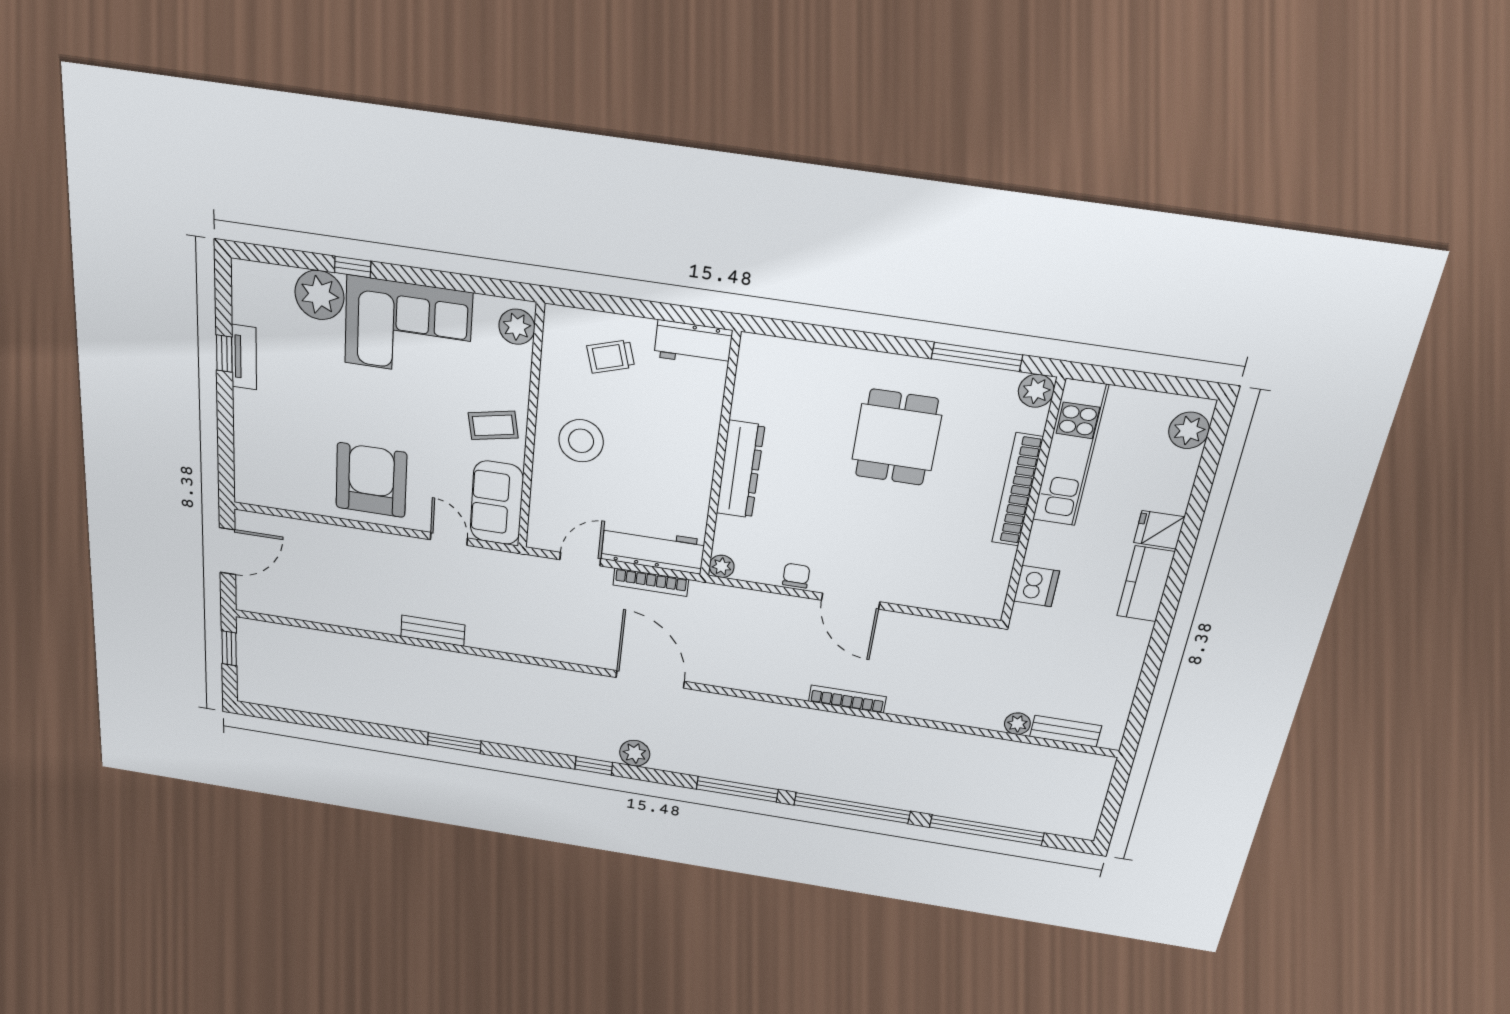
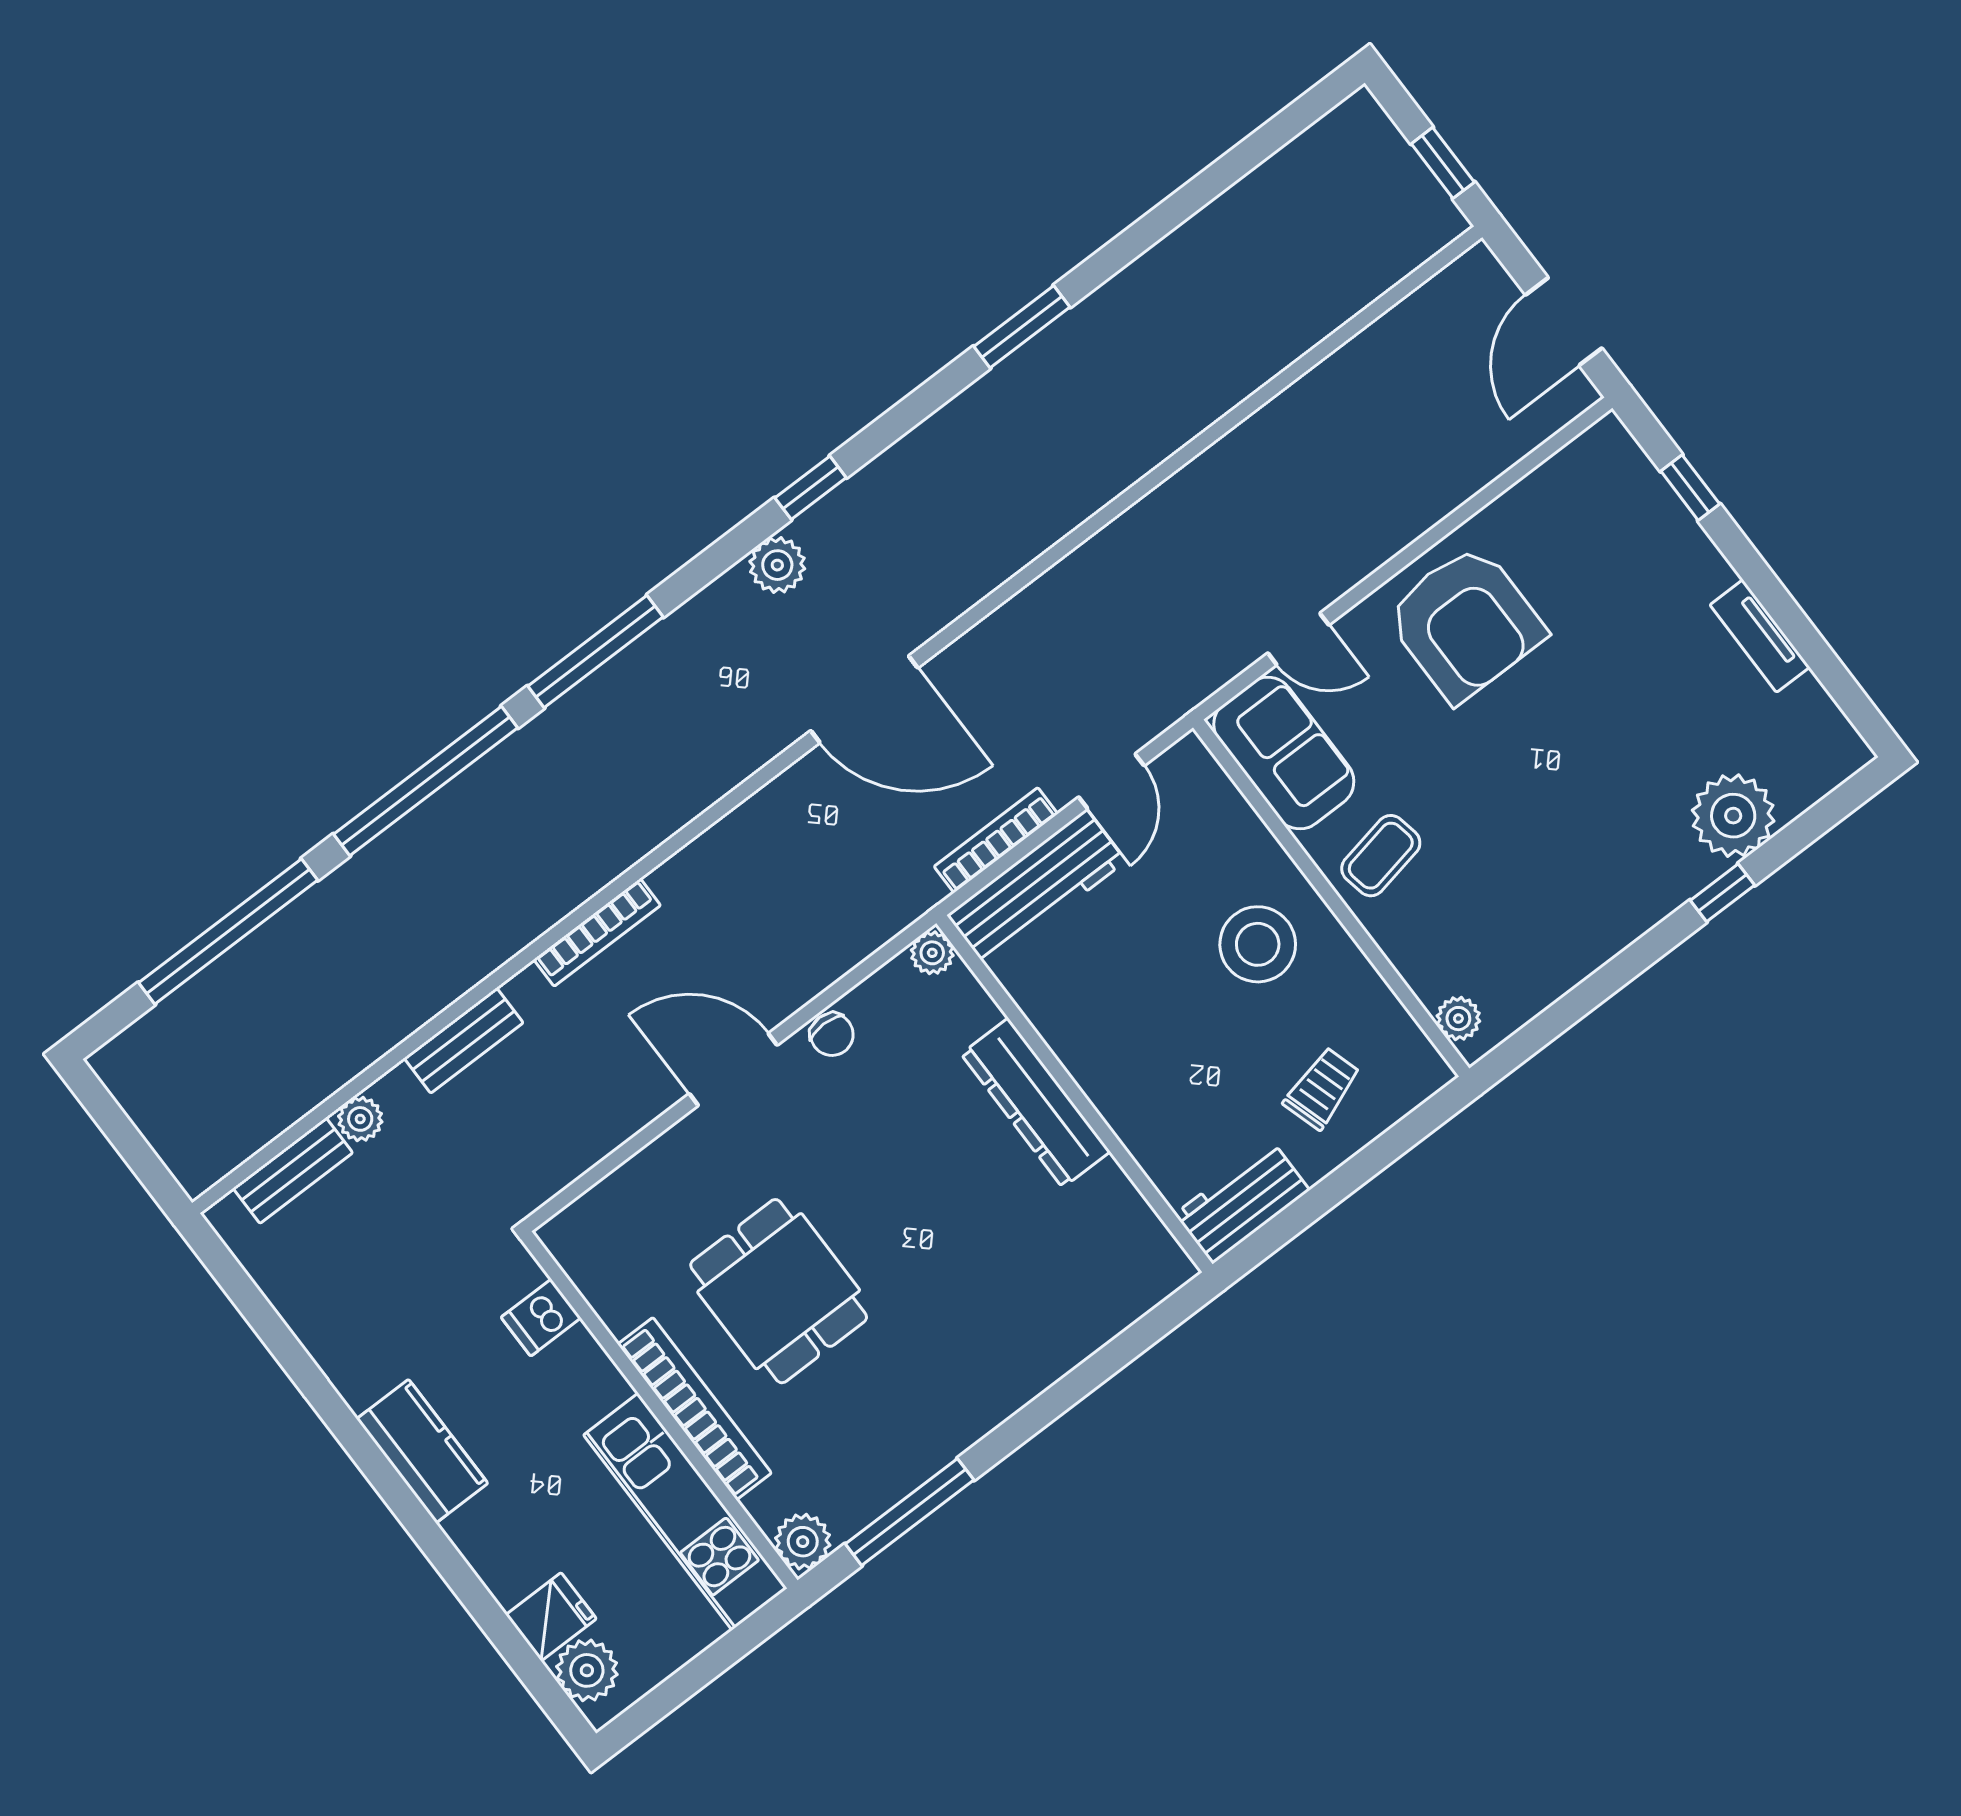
plant: (517, 327) -> (1458, 1019), width x0.73, depth x0.73
corner sofa: (408, 328) -> (1592, 880), removed
window: (224, 354) -> (1690, 488), moved
dining table: (897, 437) -> (779, 1291), moved
fridge: (1159, 530) -> (551, 1617), moved
dishwasher: (1036, 586) -> (541, 1318), width x0.73
bench: (433, 631) -> (464, 1040), moved

